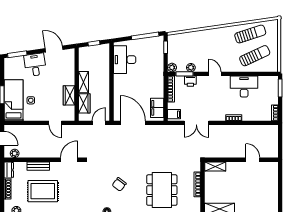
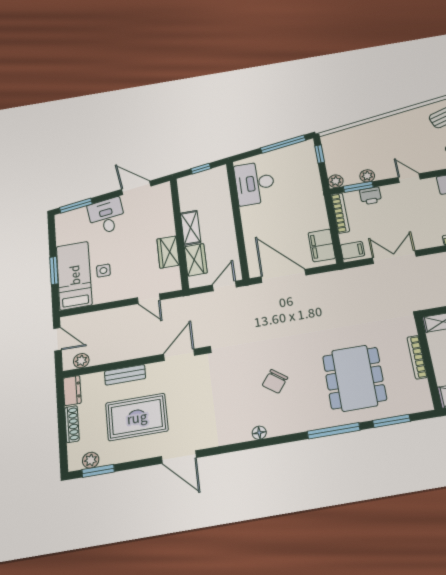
double door: (196, 123) -> (394, 257), swing flipped

